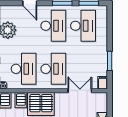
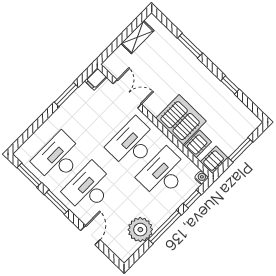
double door: (80, 91) -> (127, 94), swing flipped

